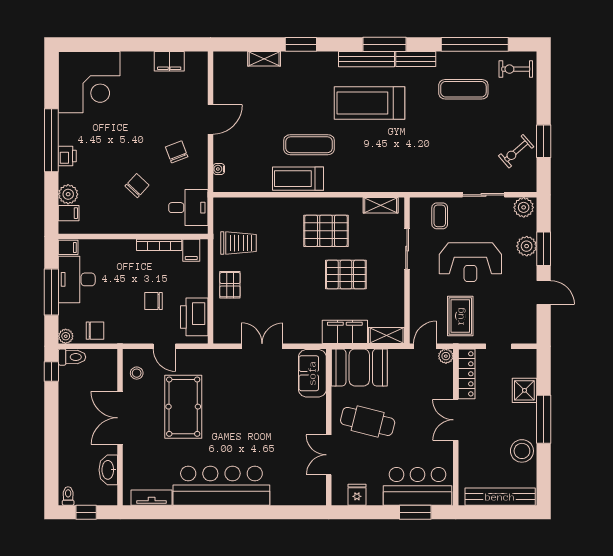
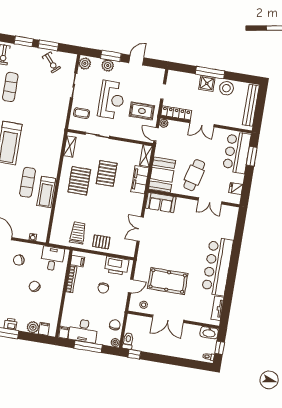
window: (544, 99) -> (24, 41), added
shower: (524, 390) -> (207, 83), moved
washbasin: (108, 470) -> (209, 333), moved

